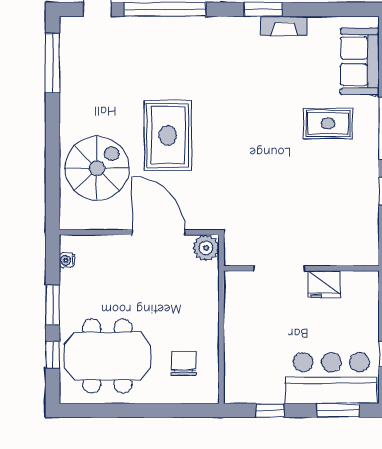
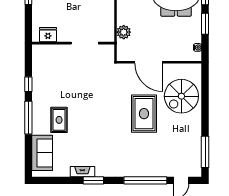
rug: (328, 124) -> (59, 120), turned 90
plant: (206, 248) -> (124, 32), moved
fridge: (324, 284) -> (48, 35), moved

